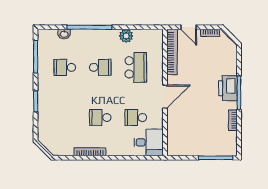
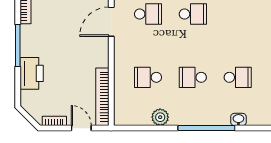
school desk: (136, 67) -> (148, 77), width x0.54
printer: (228, 88) -> (32, 73), moved
door: (165, 97) -> (111, 22), moved

